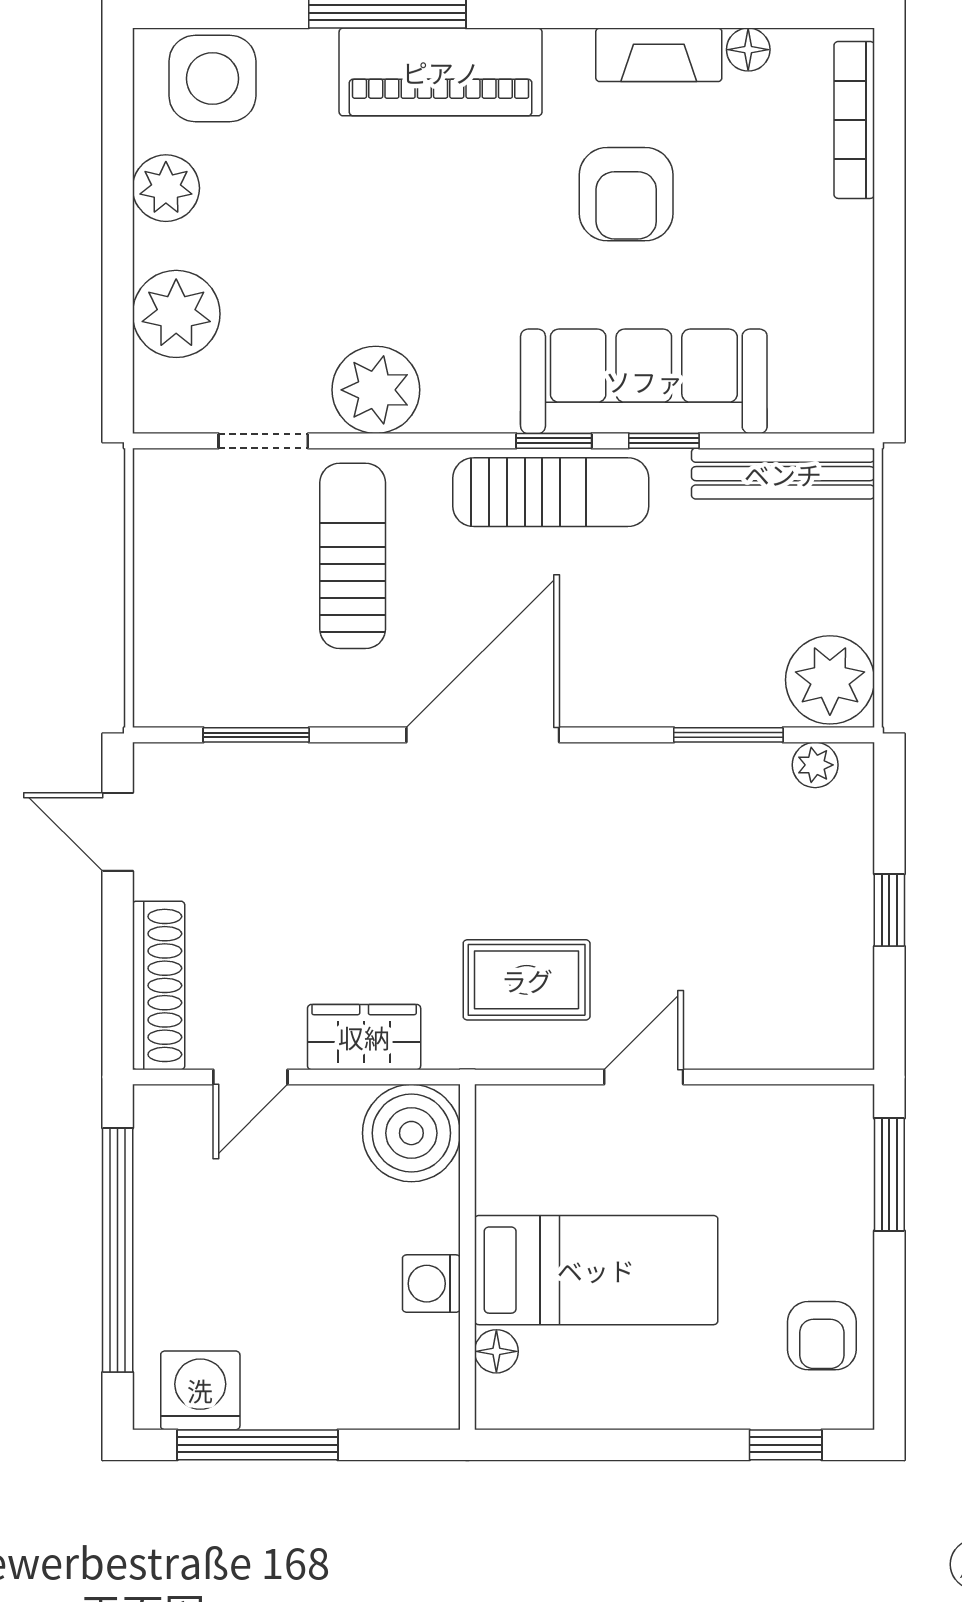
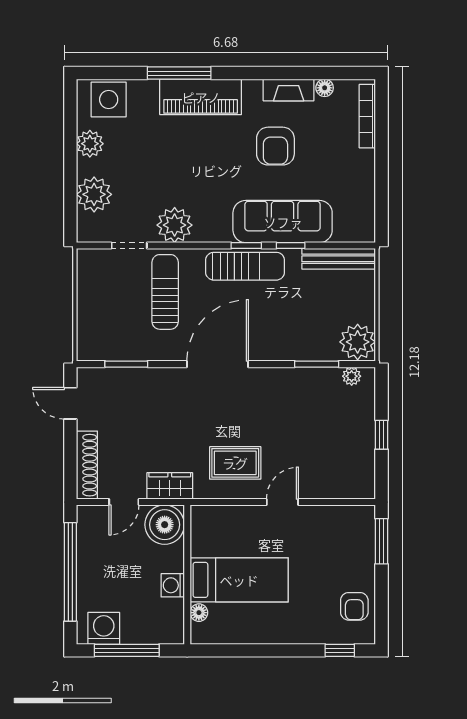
boiler: (411, 1133) -> (165, 525), moved
wall: (467, 1257) -> (187, 575), moved
bed: (596, 1270) -> (239, 580), moved
washing machine: (431, 1284) -> (173, 585), moved
floor lamp: (496, 1351) -> (199, 613), moved

